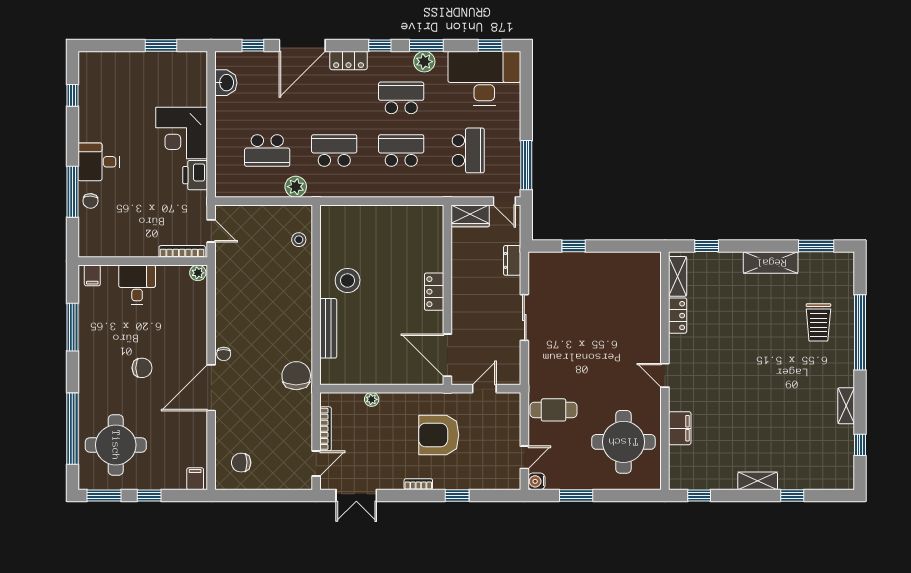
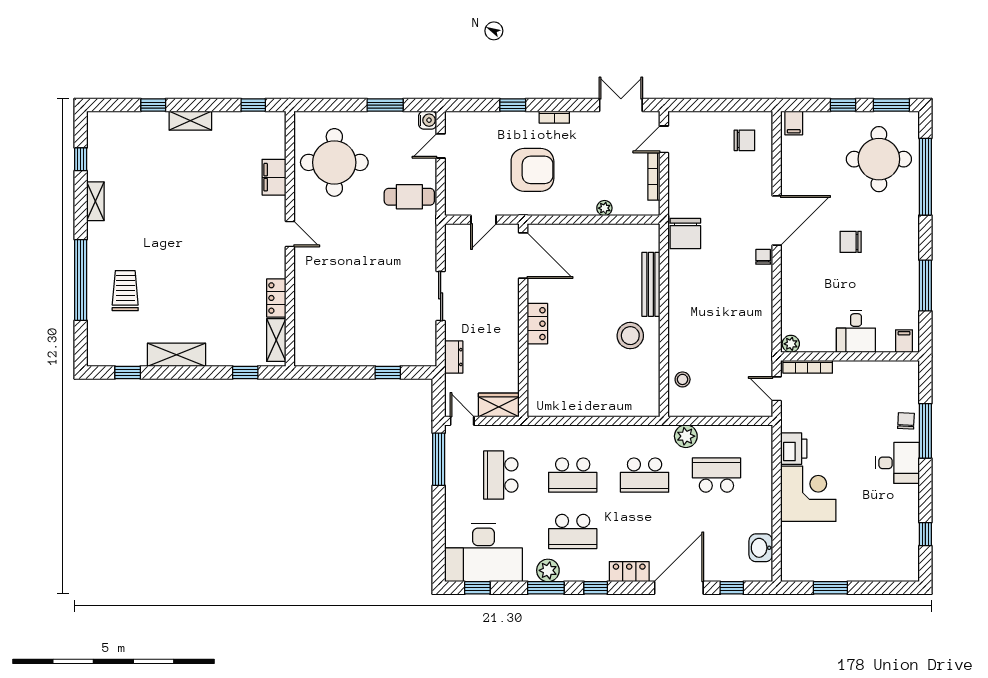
window: (816, 246) -> (128, 373), width x0.67

